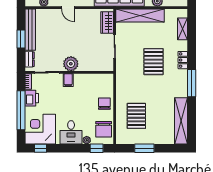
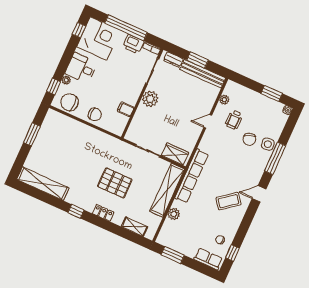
filing cabinet: (68, 80) -> (126, 109), moved
window: (192, 83) -> (76, 211), width x0.46
pallet: (136, 116) -> (68, 141), removed

